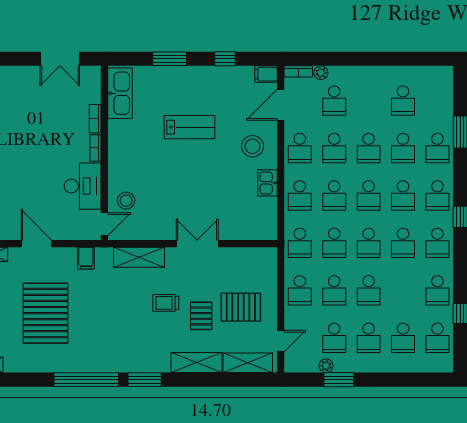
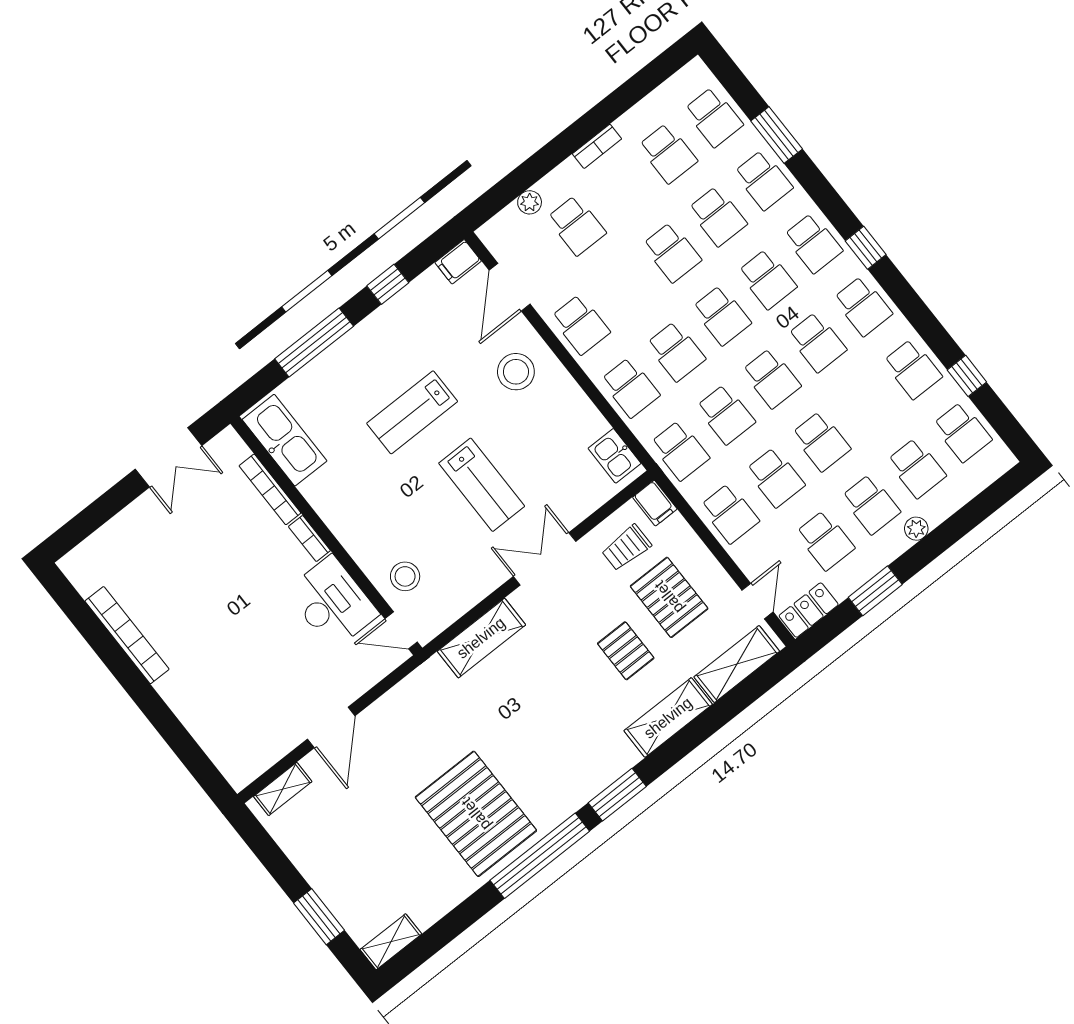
window: (170, 59) -> (314, 342), width x1.44
bookcase: (298, 71) -> (597, 146), moved
bookcase: (95, 119) -> (270, 489), width x1.56
lab bench: (189, 127) -> (412, 412), turned 180
school desk: (334, 148) -> (714, 117), moved
kitchen sink: (267, 183) -> (615, 456), moved
lab bench: (195, 186) -> (482, 485), added
door: (104, 224) -> (401, 630), swing flipped
door: (36, 244) -> (331, 727), swing flipped
filing cabinet: (86, 258) -> (655, 503), moved
trolley: (166, 303) -> (626, 548), moved
pallet: (241, 307) -> (669, 597), turned 90
pallet: (45, 313) -> (476, 814), moved
locker: (301, 364) -> (809, 610), added
plant: (326, 366) -> (916, 529), moved

